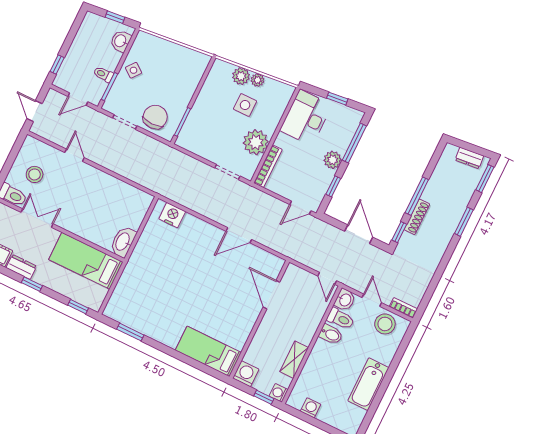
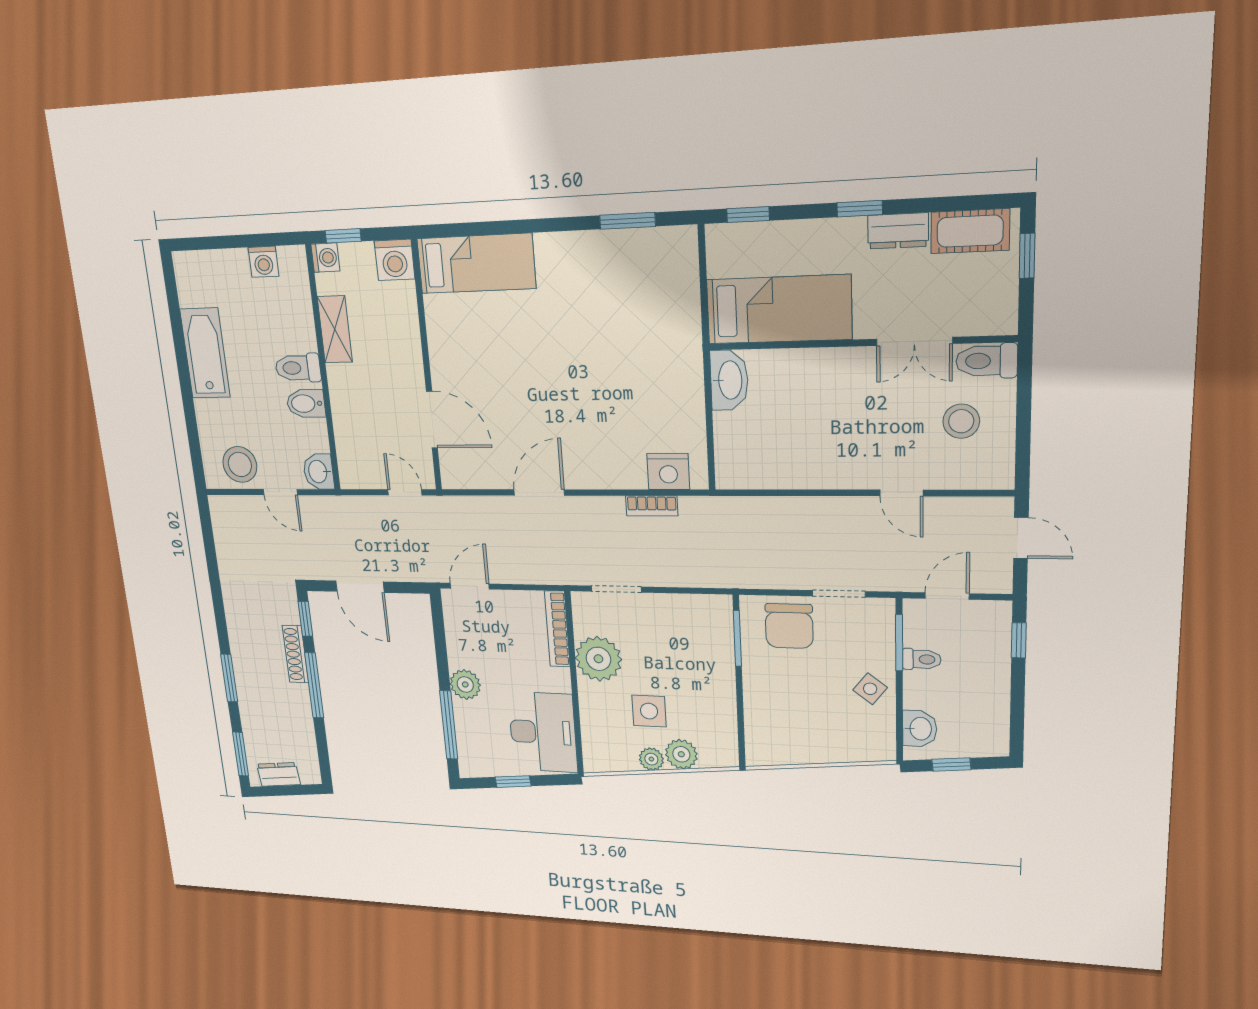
window: (333, 186) -> (440, 644), removed
door: (327, 278) -> (405, 492), moved
bookcase: (403, 308) -> (652, 506), moved
toilet: (341, 319) -> (298, 368), moved

